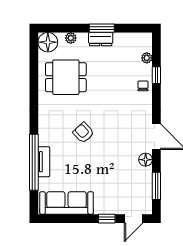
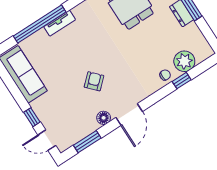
plant: (147, 58) -> (184, 61), width x1.88, depth x1.88
armchair: (83, 133) -> (94, 81), moved
tv unit: (44, 162) -> (60, 23), moved

